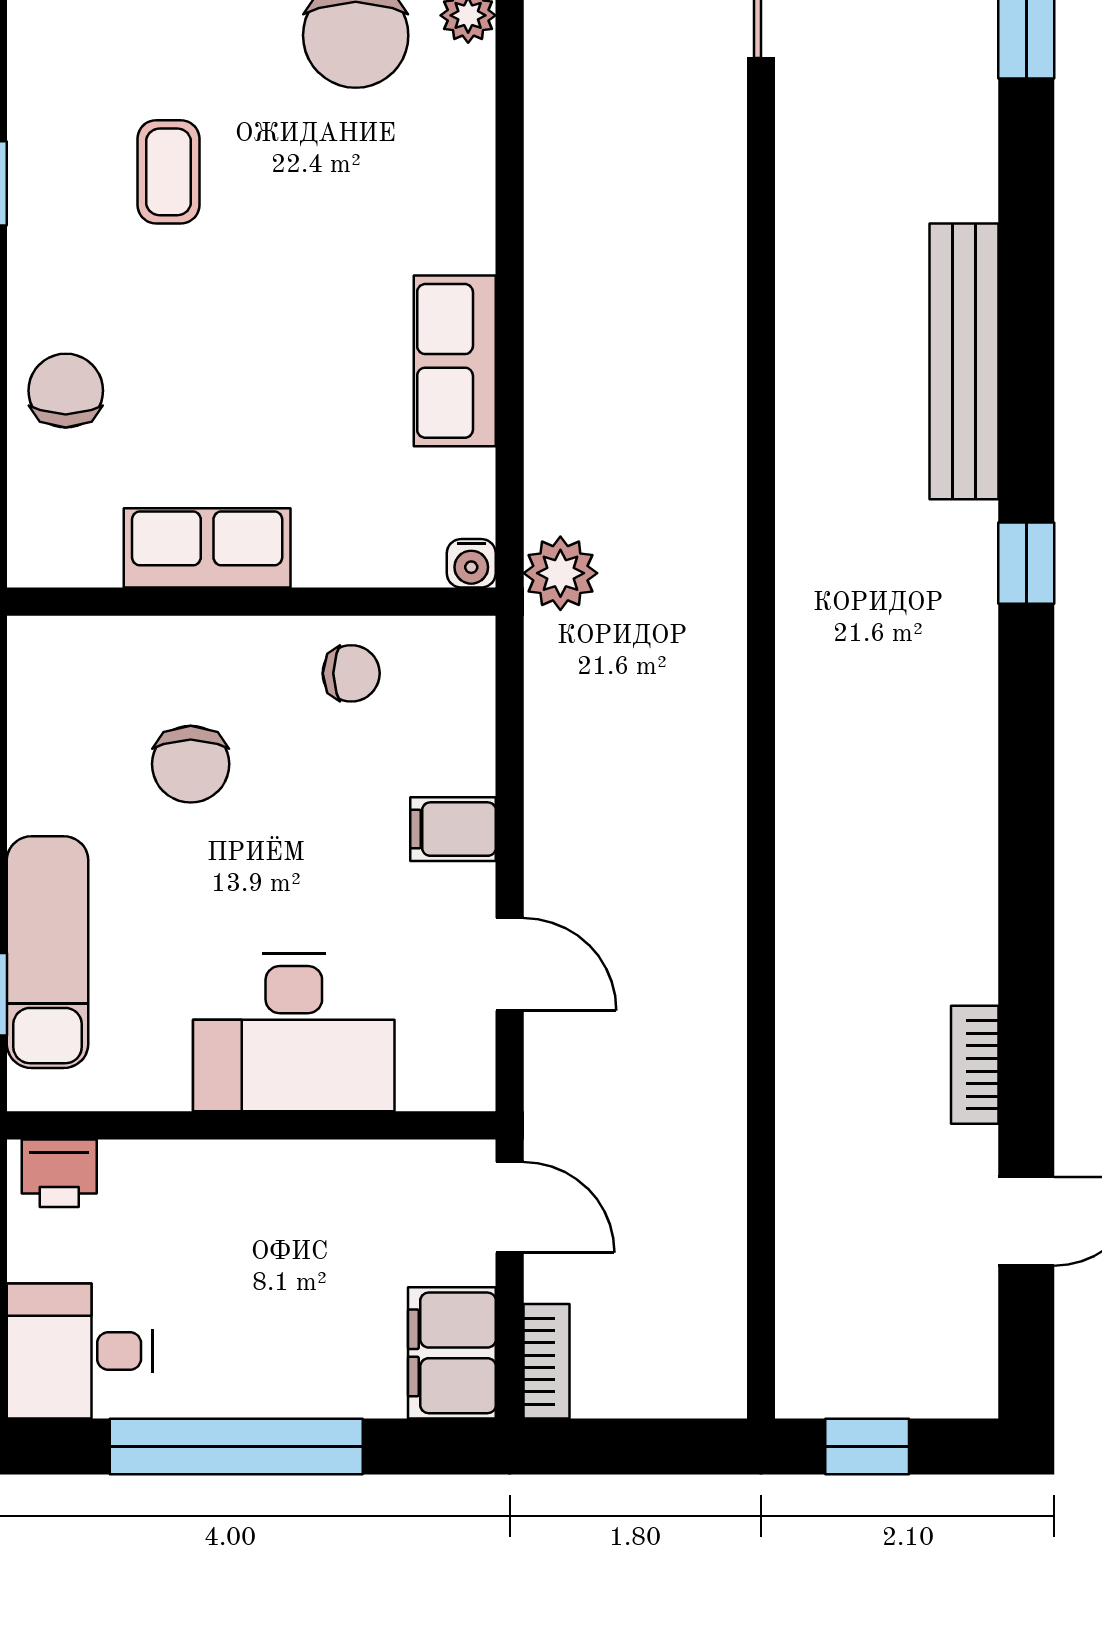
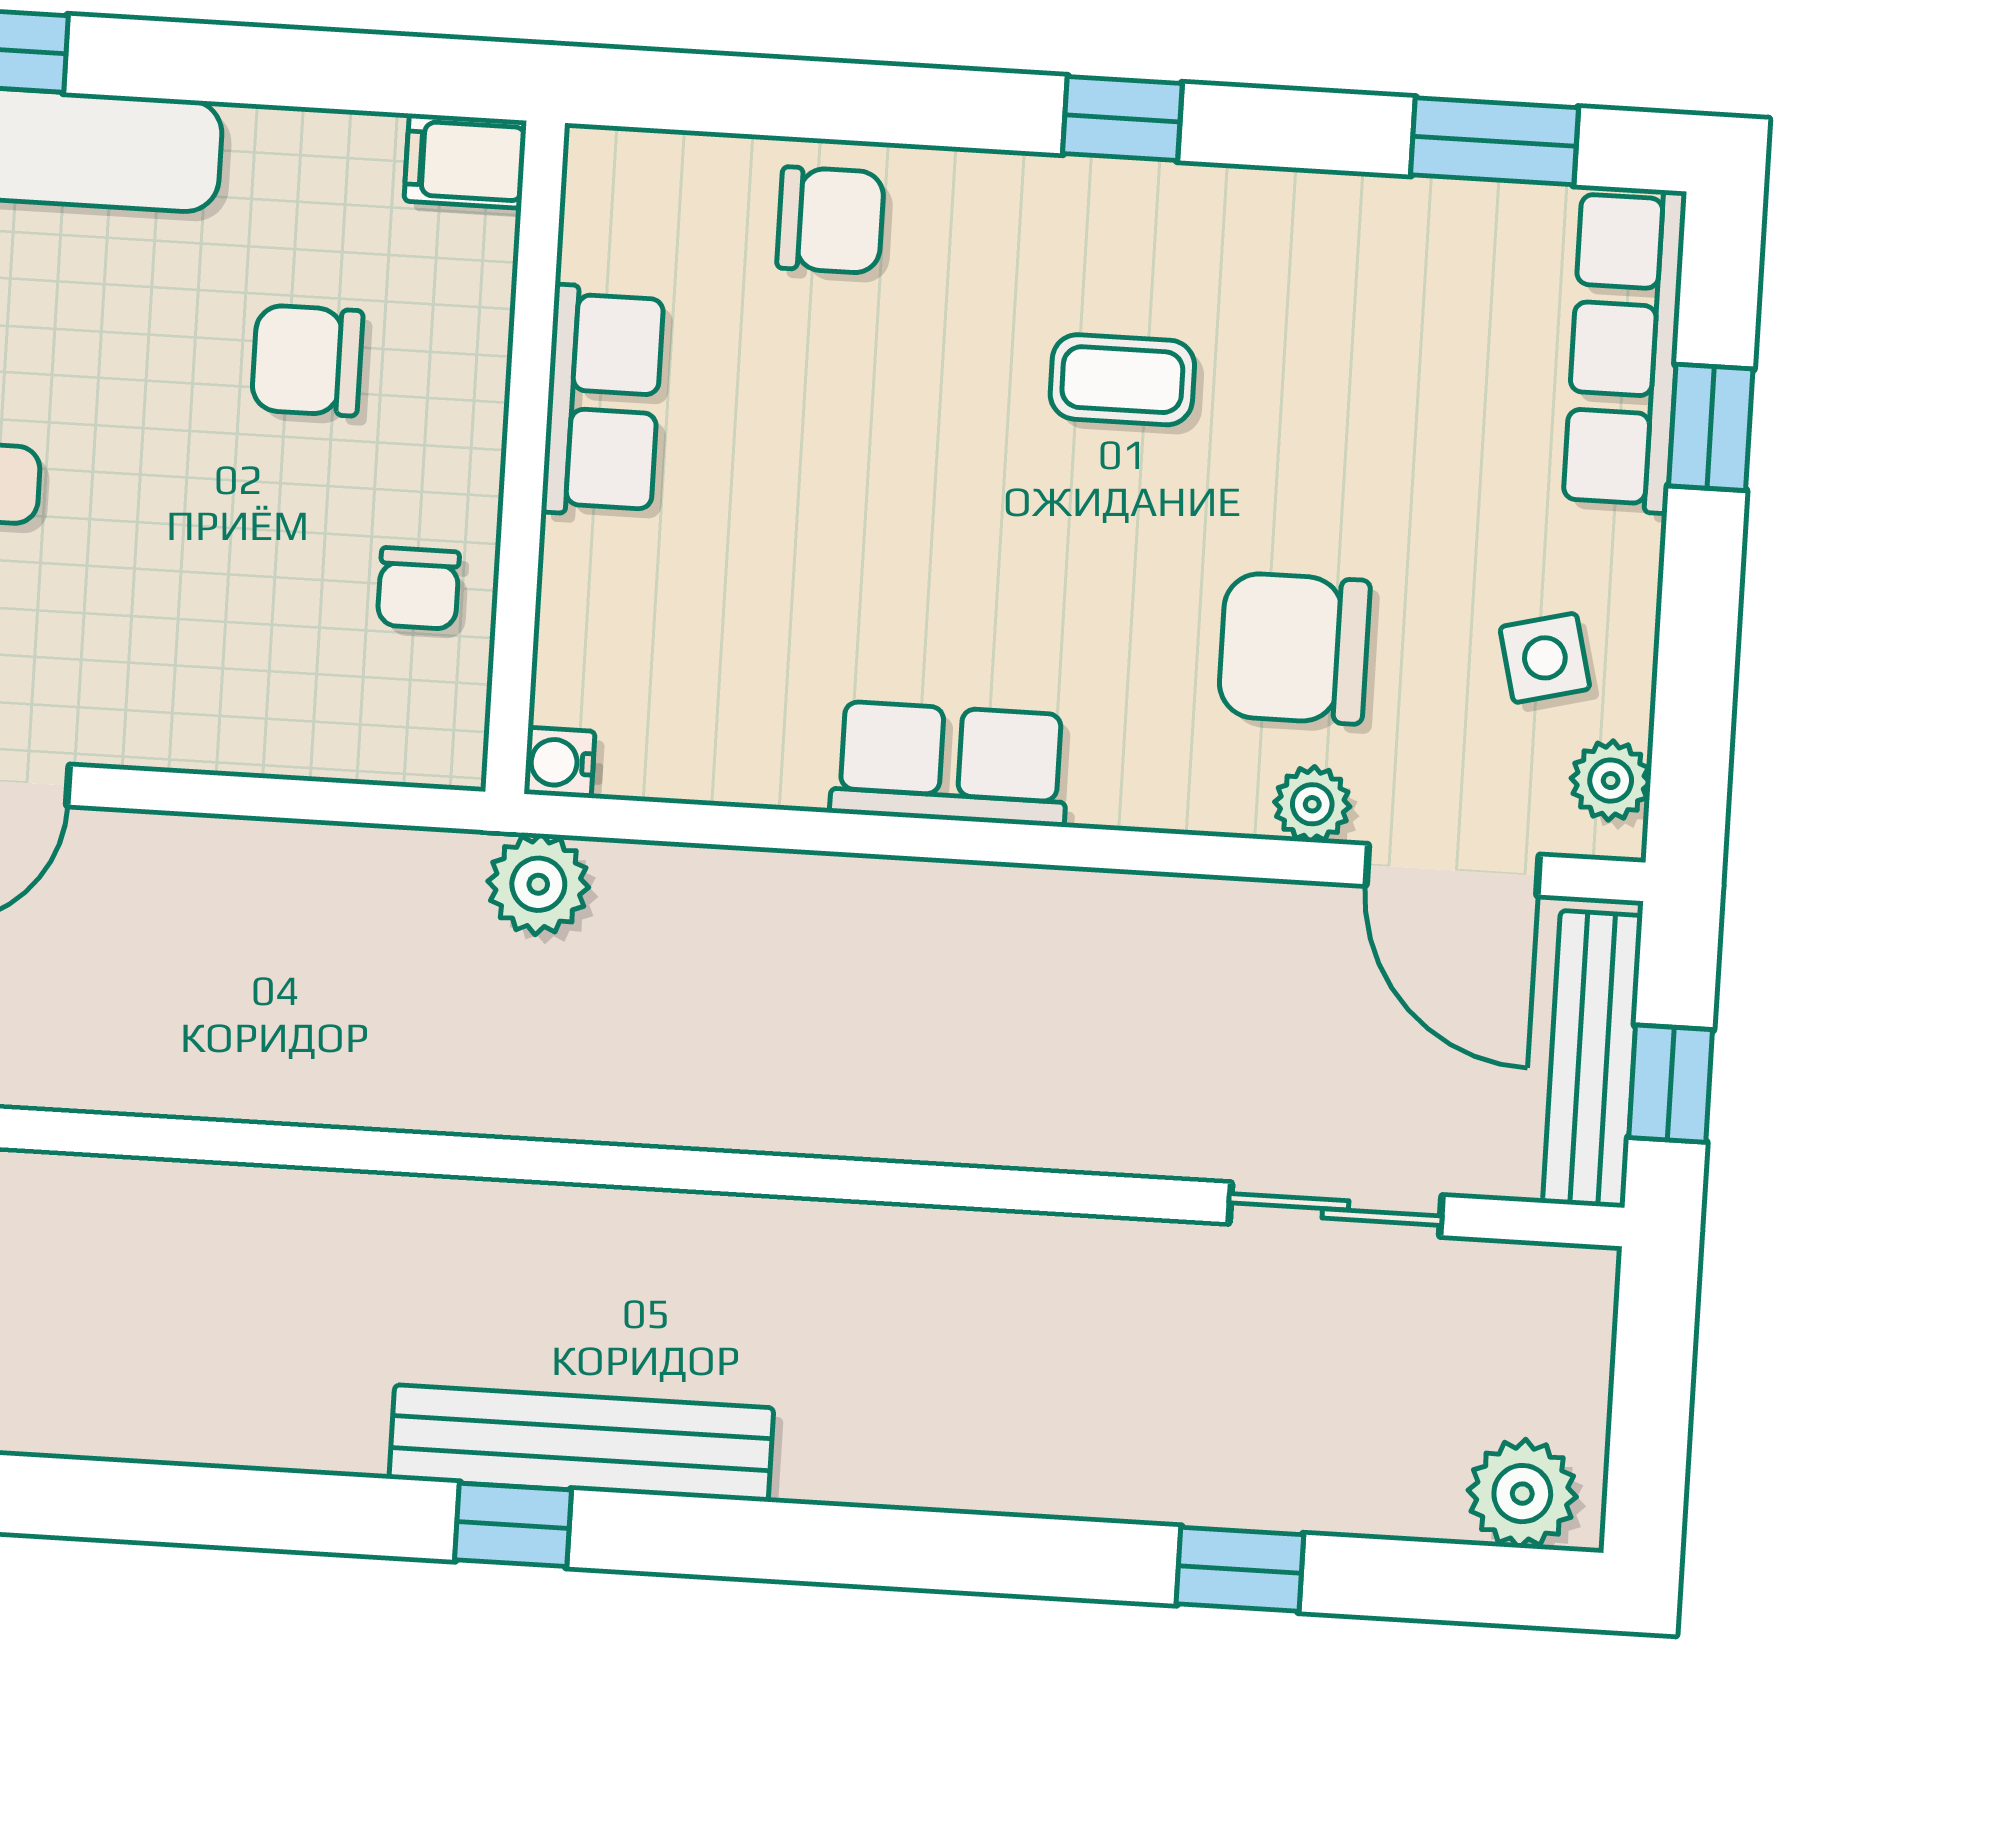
row of seats: (455, 361) -> (950, 764), moved
bench: (964, 361) -> (581, 1443), moved
filing cabinet: (453, 829) -> (465, 161), moved, turned -90

